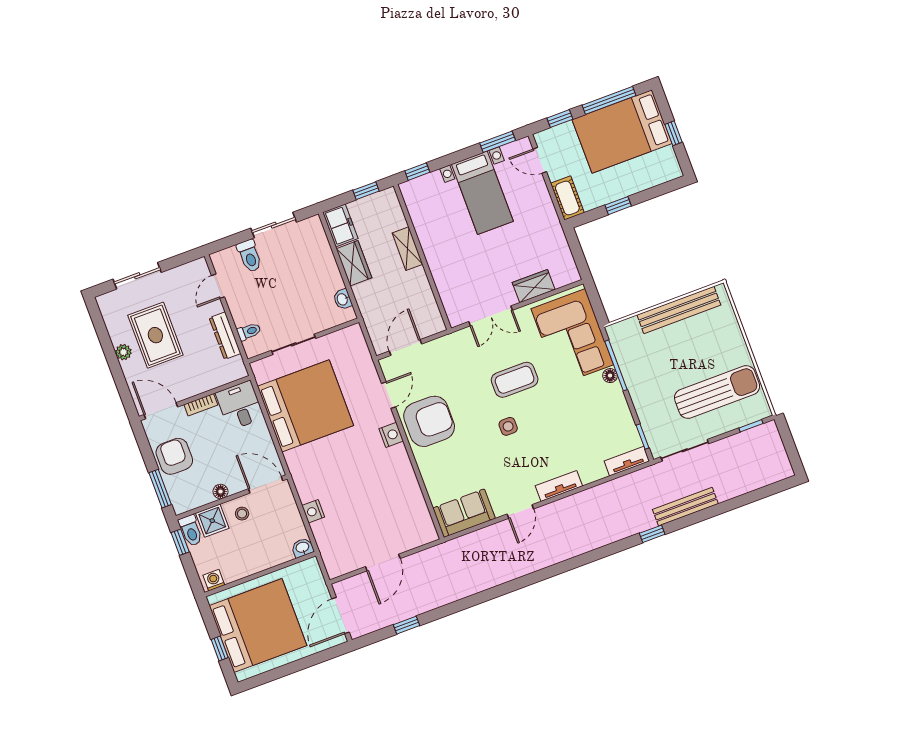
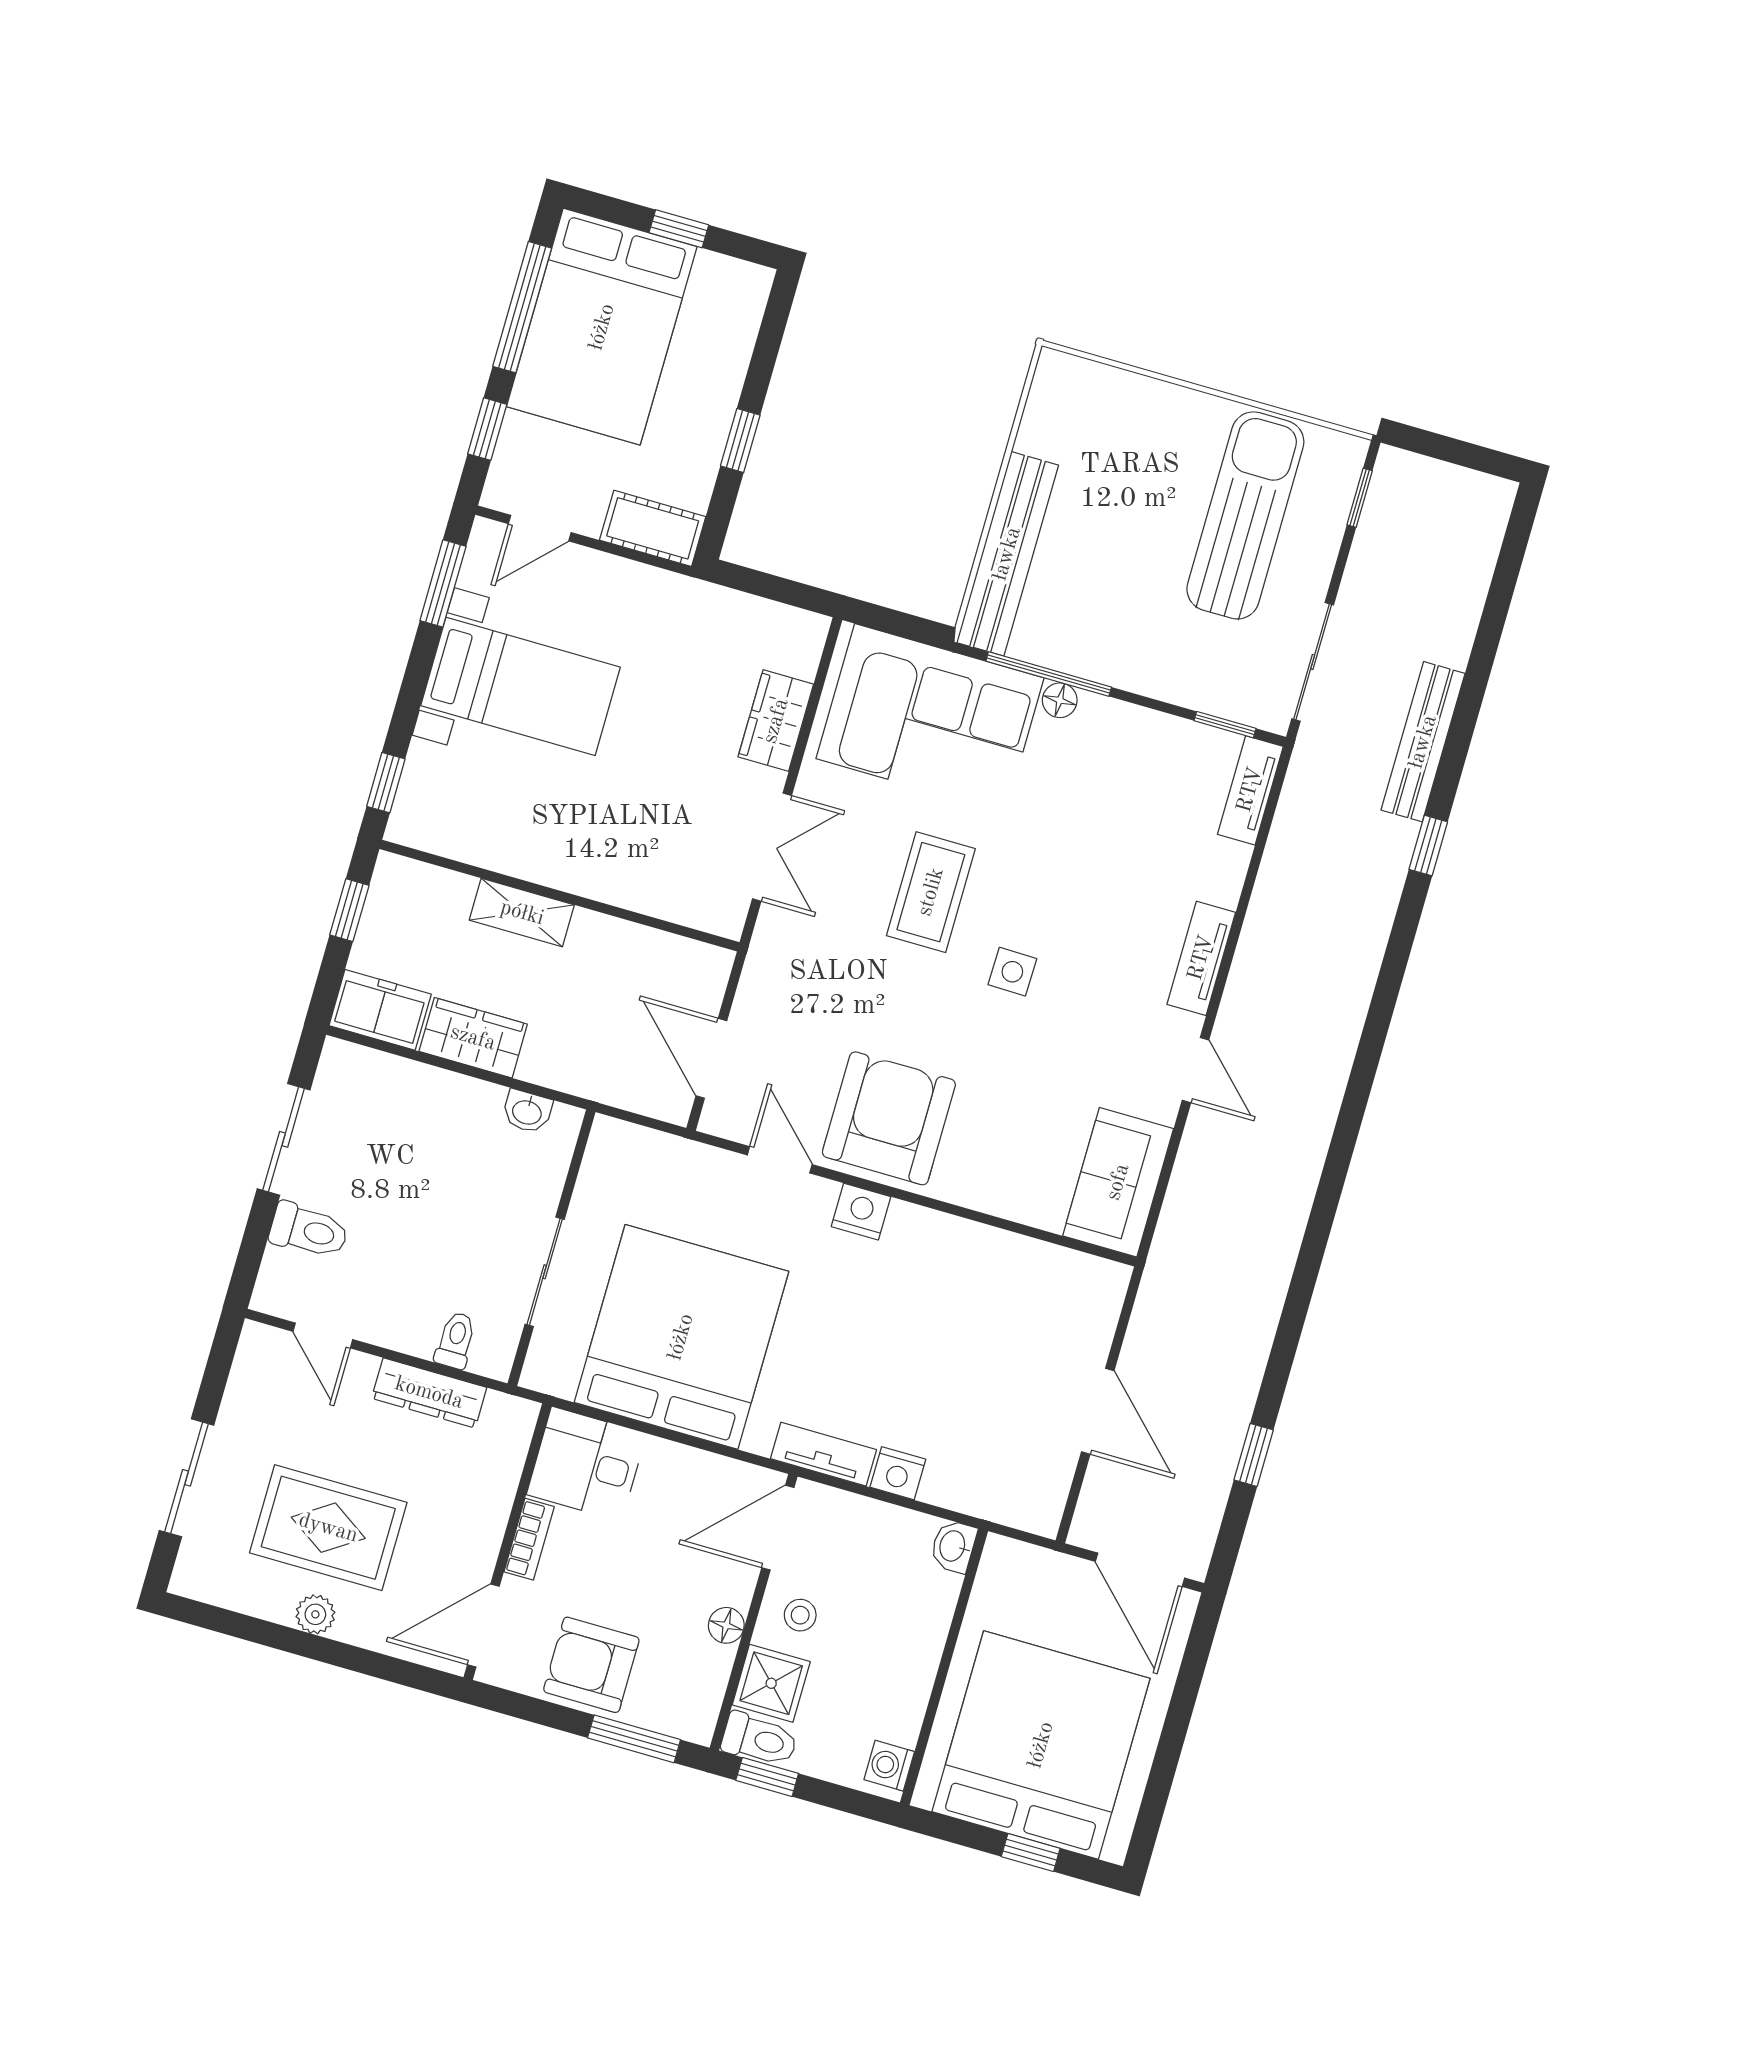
bench: (679, 310) -> (1007, 554), moved
tv unit: (301, 482) -> (824, 1454), added

